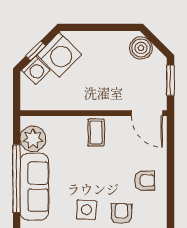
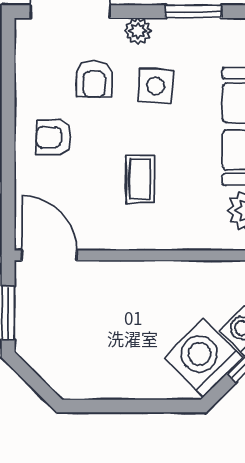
boiler: (141, 48) -> (60, 370), removed
coffee table: (96, 133) -> (140, 179), moved

